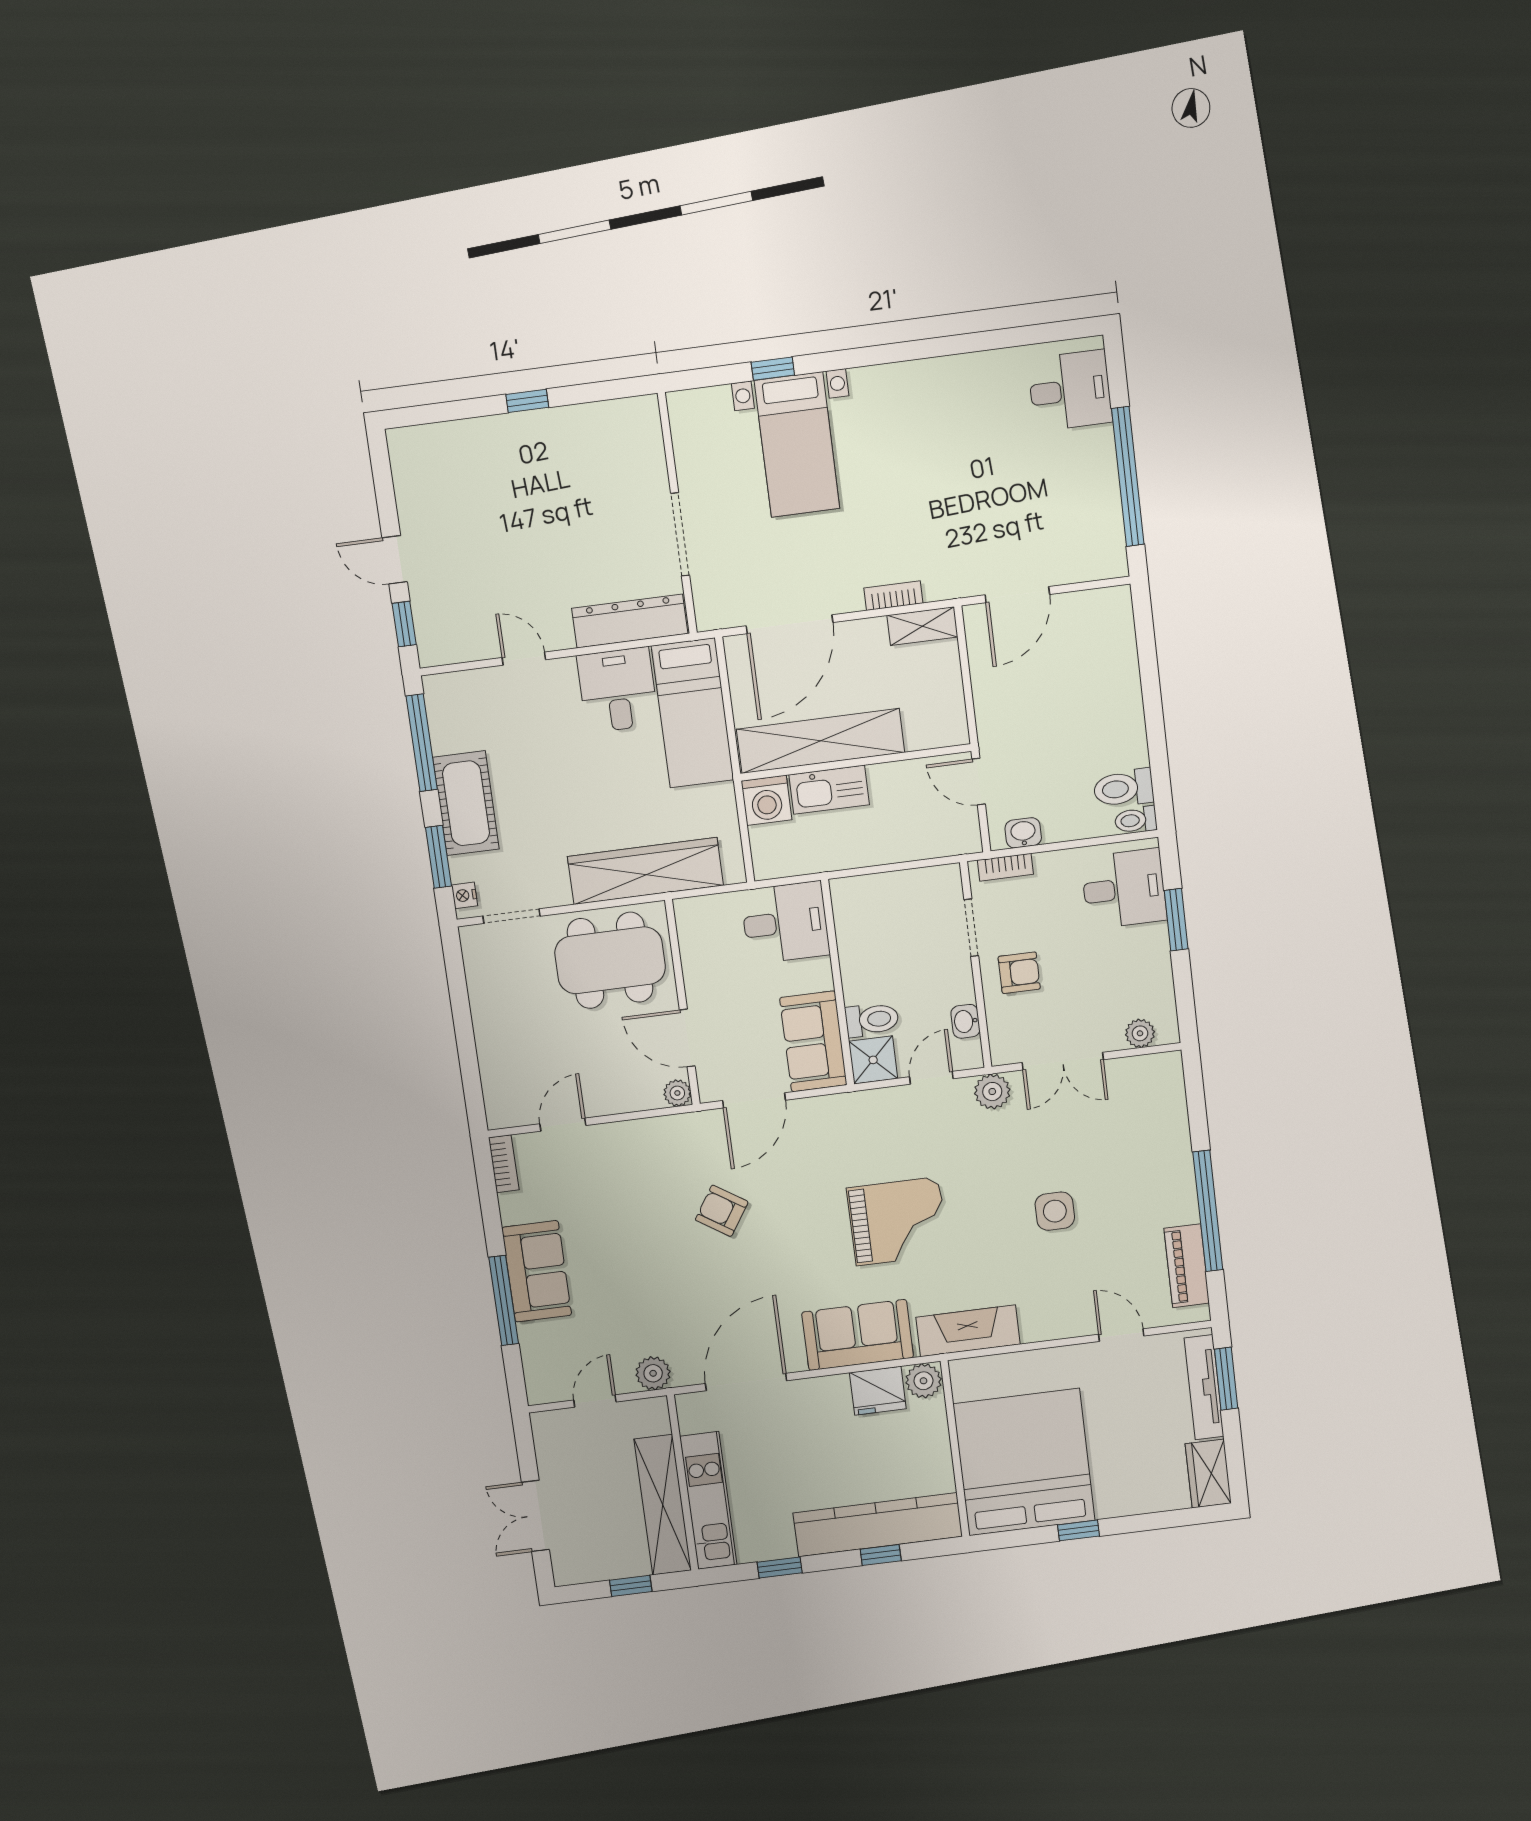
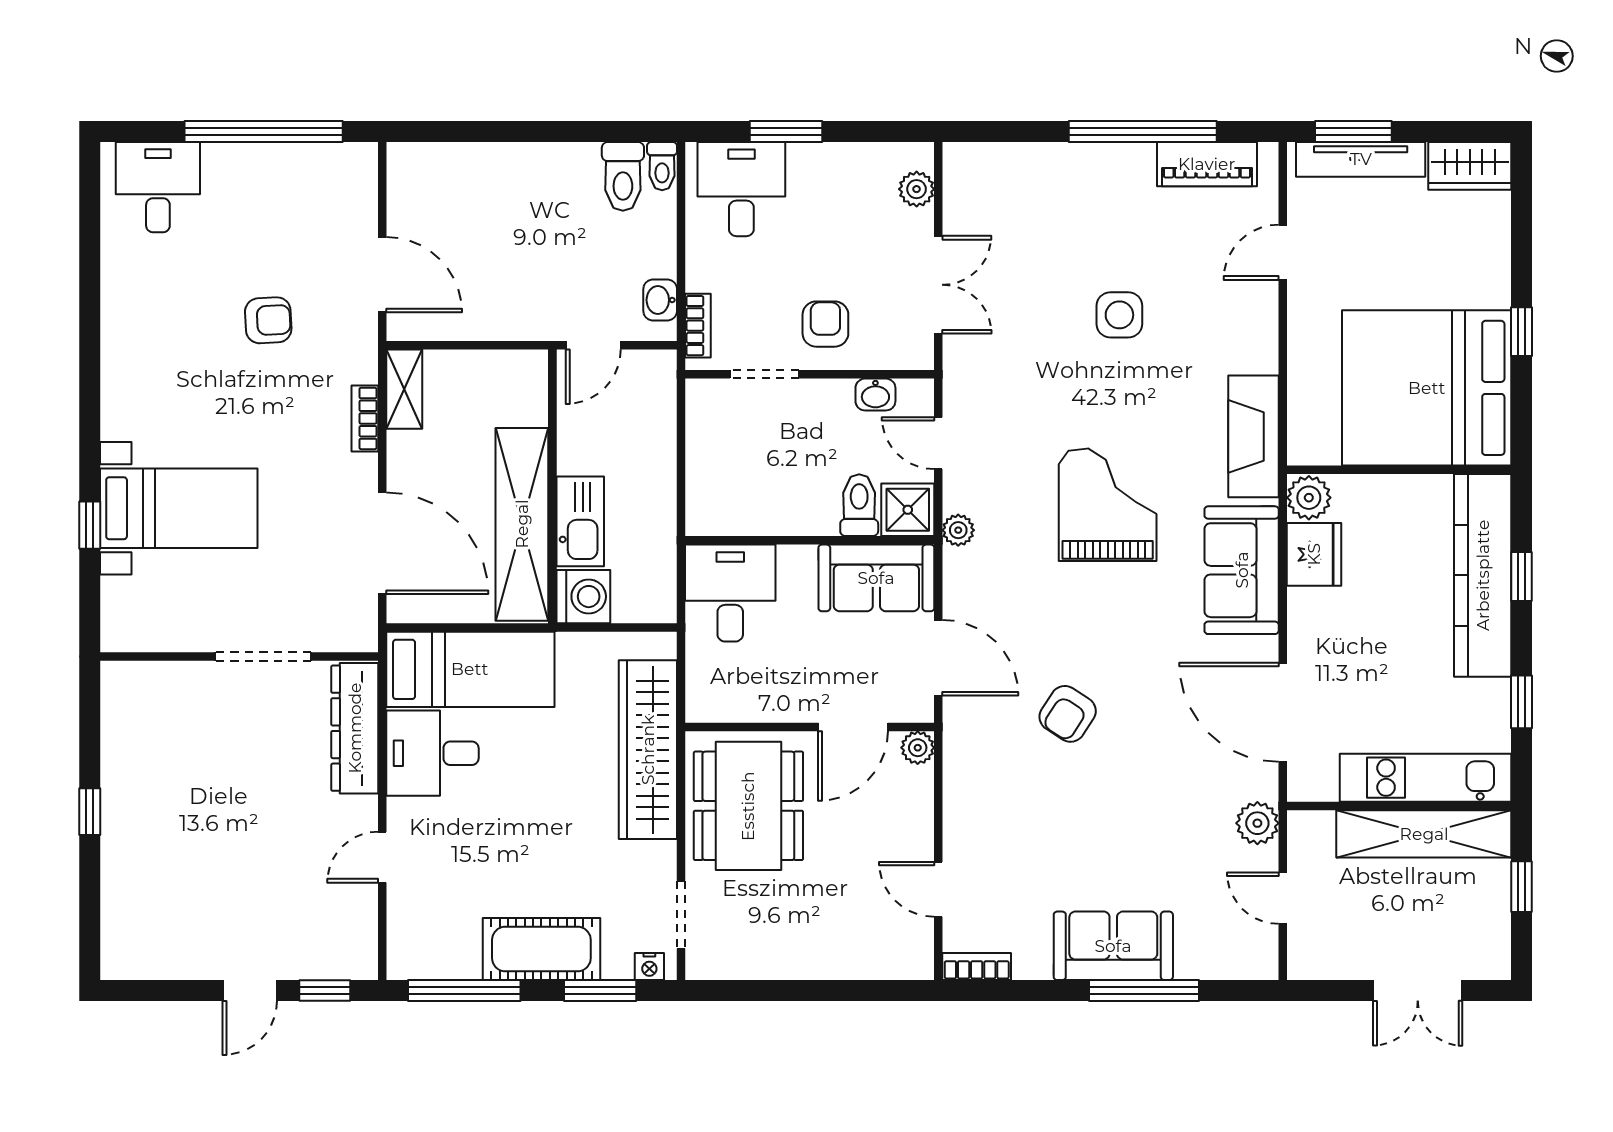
armchair: (967, 501) -> (268, 320), added
plant: (992, 1092) -> (958, 530), moved, width x0.73, depth x0.73

